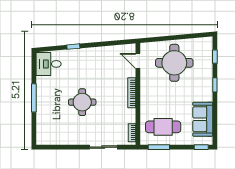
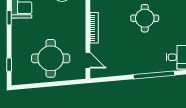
window: (73, 47) -> (154, 75), width x3.17
window: (215, 85) -> (9, 18), moved

